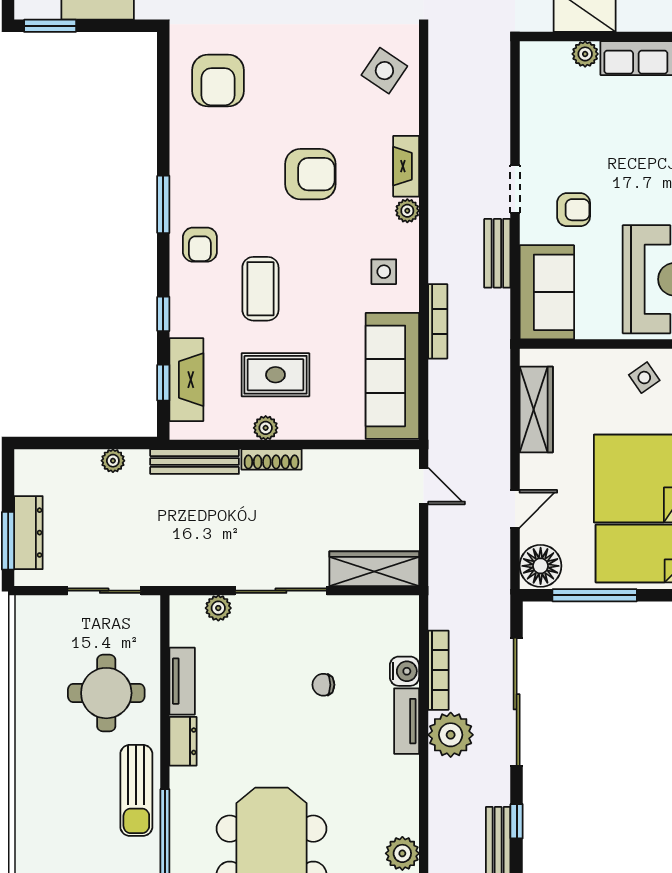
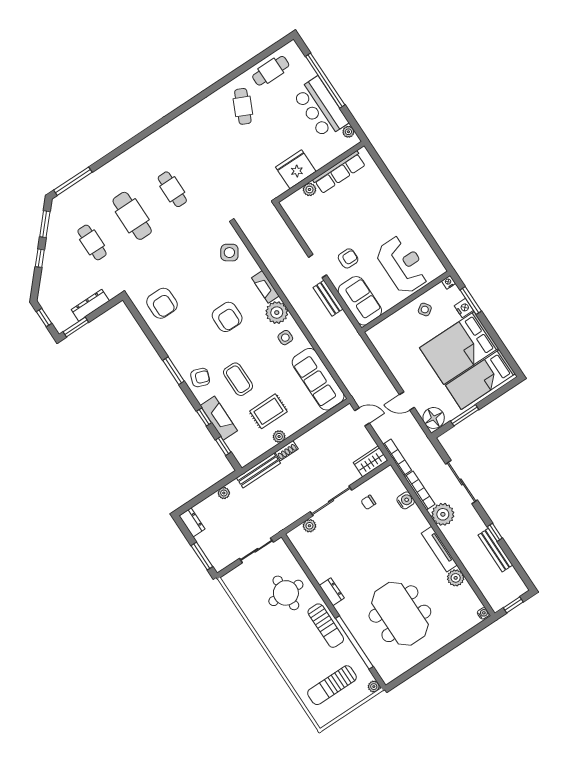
armchair: (310, 174) -> (227, 317), turned 90
plant: (407, 211) -> (277, 313), width x1.87, depth x1.87
armchair: (200, 245) -> (200, 378), turned -70
bookcase: (438, 321) -> (397, 457), moved
fireplace: (186, 380) -> (219, 418), moved
wardrobe: (536, 409) -> (388, 353), removed
shoe rack: (271, 459) -> (287, 451), width x0.70
door: (515, 509) -> (407, 401), swing flipped
dresser: (28, 533) -> (192, 522), moved, width x0.70
wardrobe: (374, 569) -> (371, 461), width x0.67
window: (595, 595) -> (465, 415), width x0.69
tv unit: (182, 681) -> (315, 567), removed
chair: (323, 685) -> (368, 502), moved
sliding door: (517, 702) -> (461, 482), width x0.73
tv unit: (407, 721) -> (439, 549), moved, width x1.41

